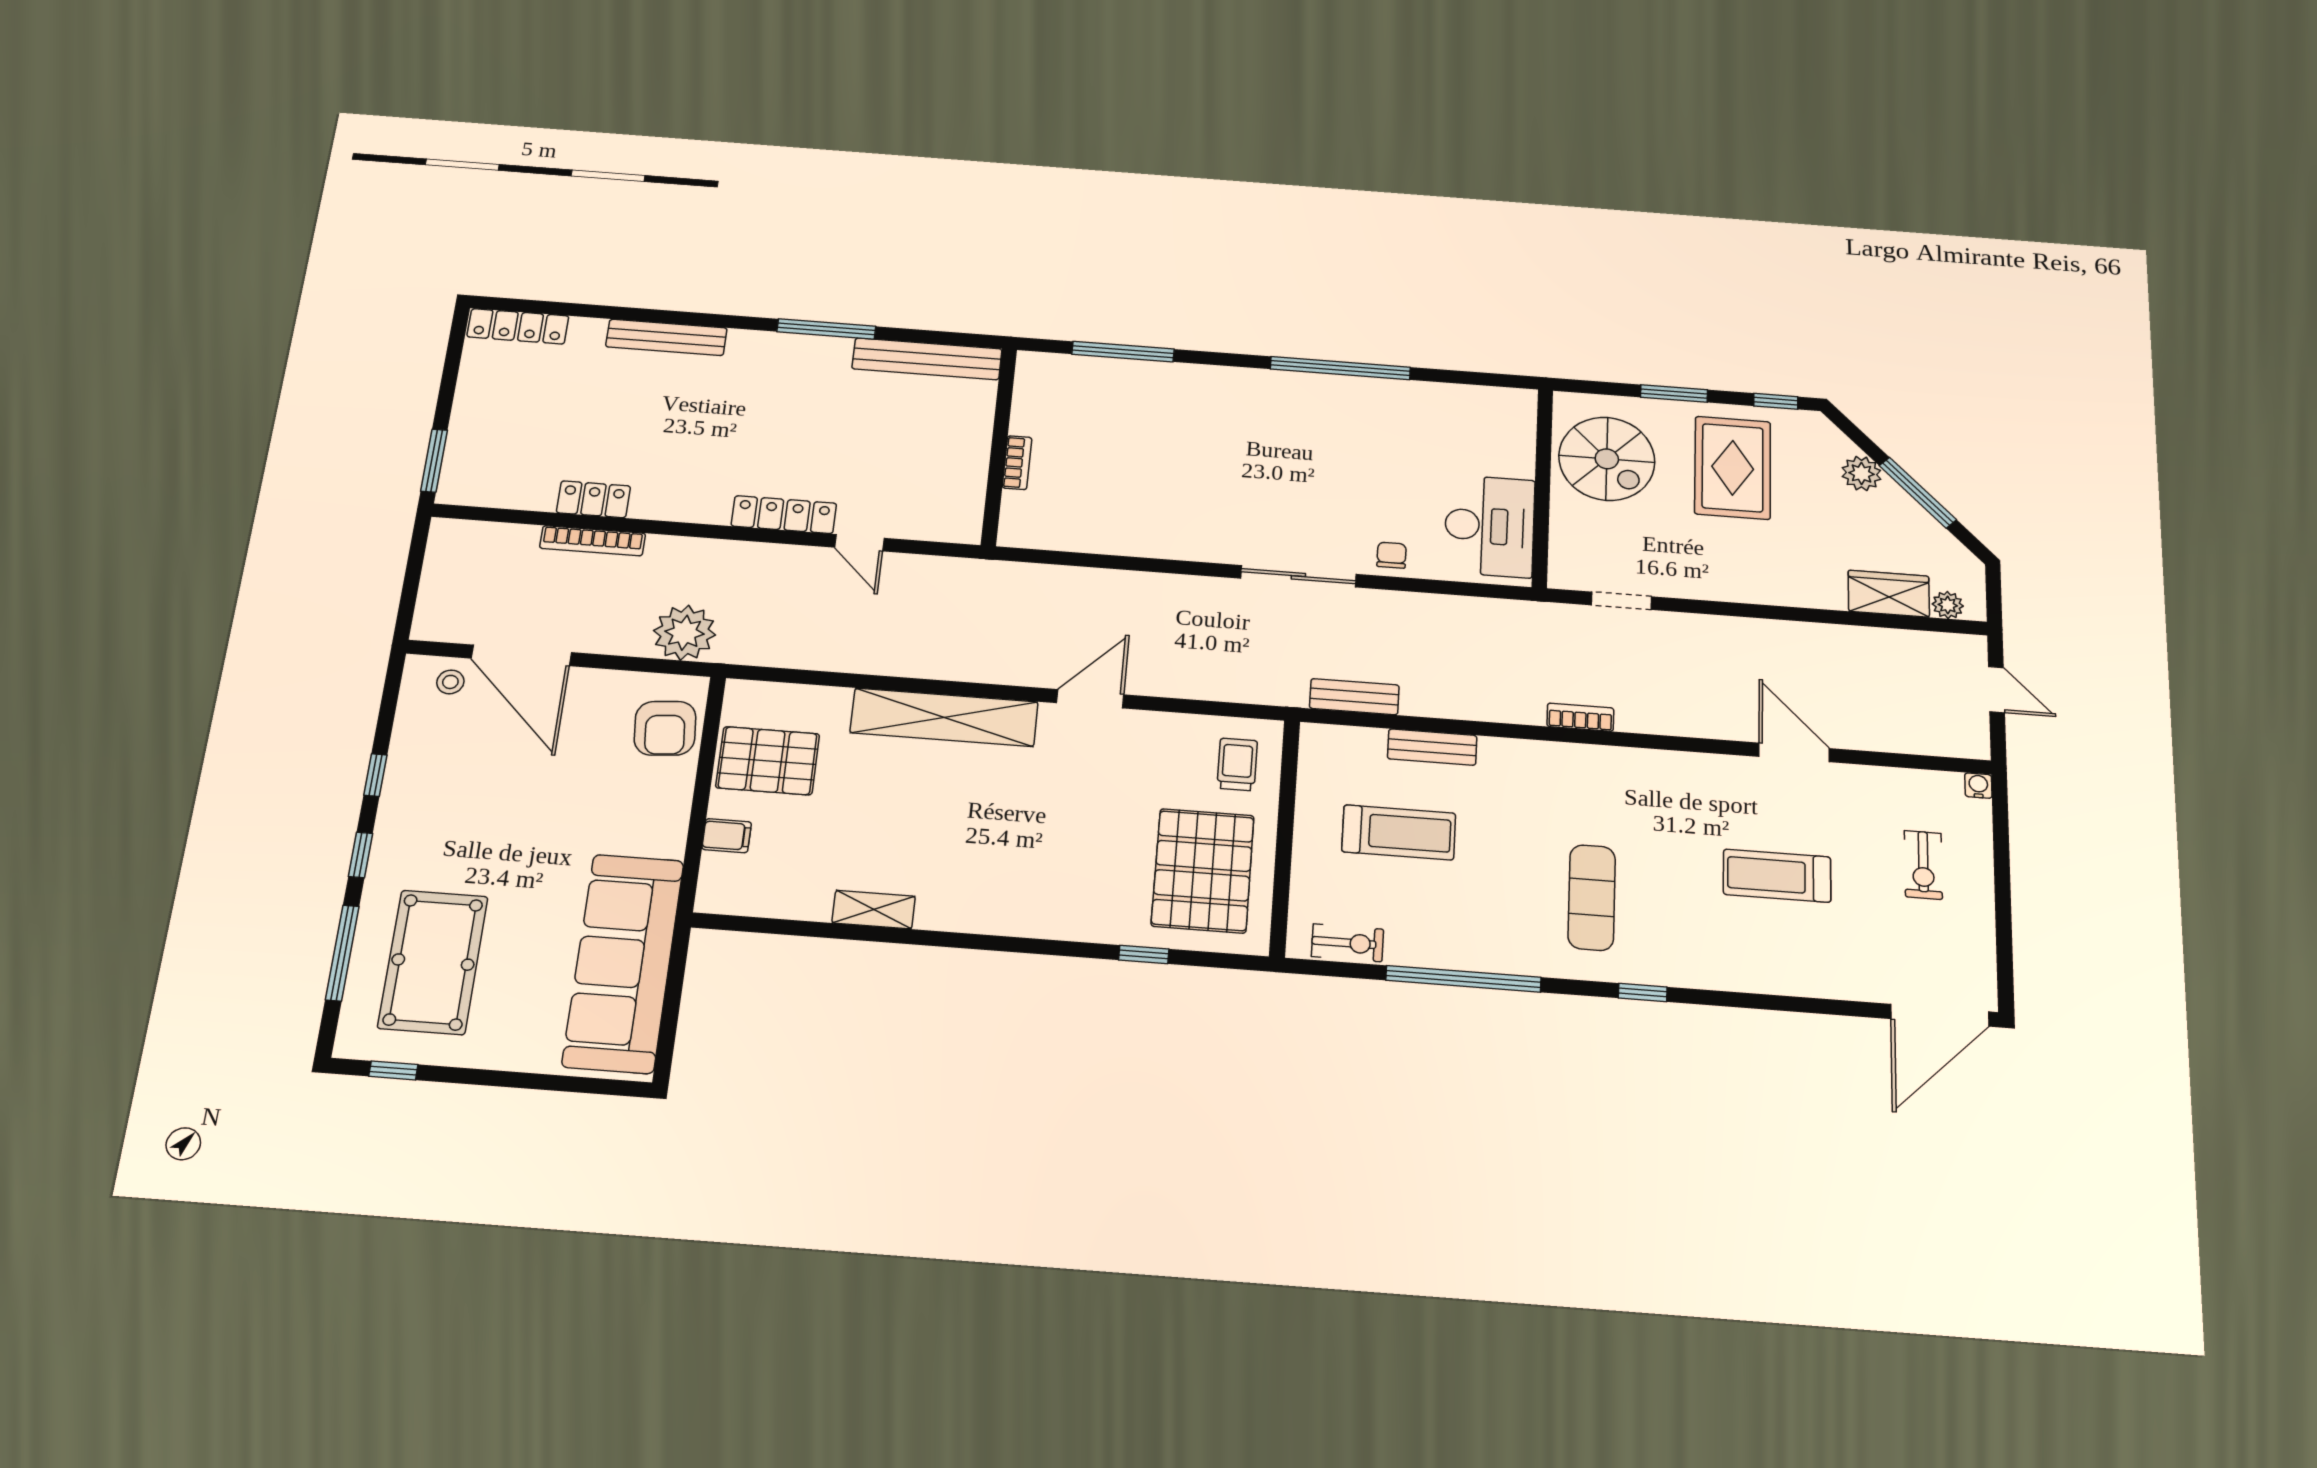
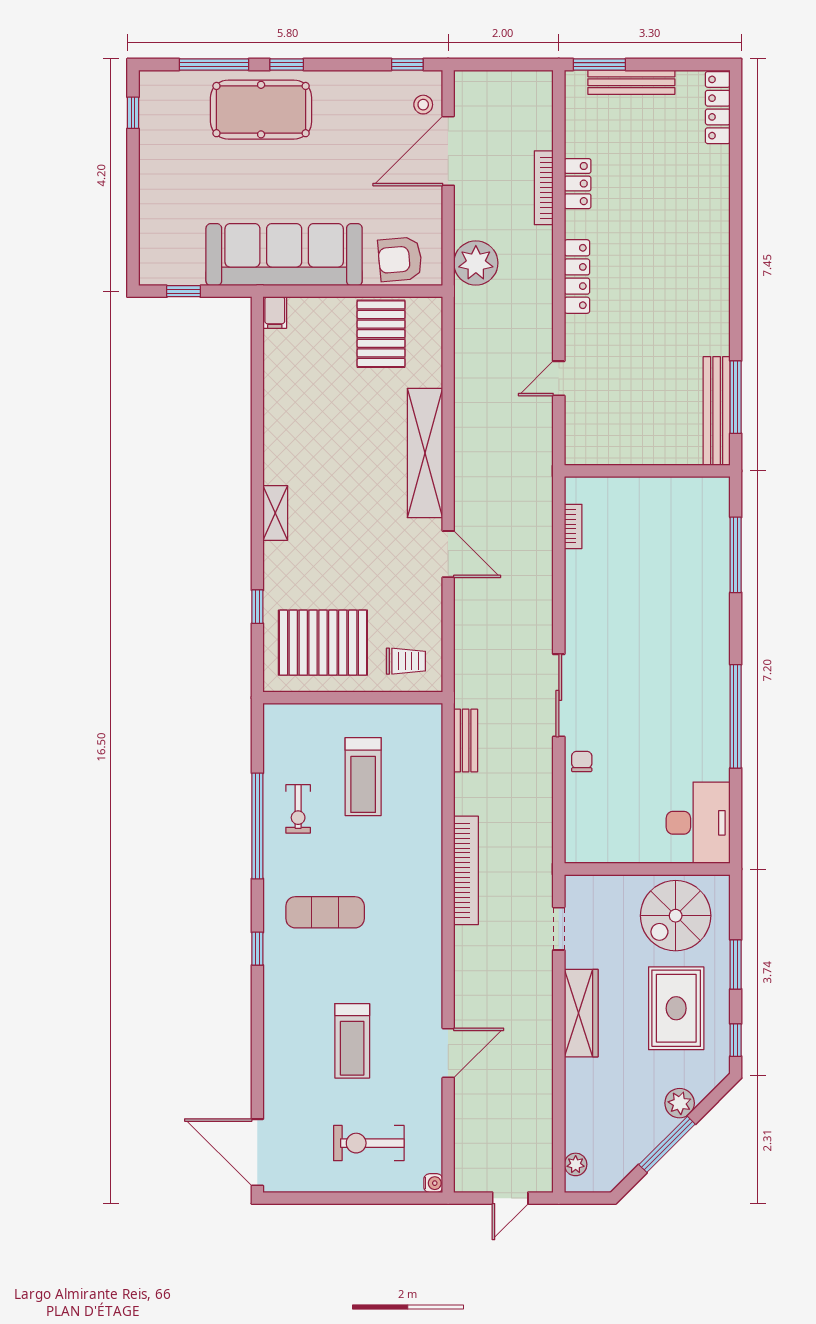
window: (826, 329) -> (736, 397), moved
bench: (666, 337) -> (631, 82), moved, turned 90
bookcase: (1017, 463) -> (573, 526), moved, turned -90
rug: (1733, 468) -> (676, 1008), turned 90
locker: (784, 515) -> (577, 277), moved
desk: (1489, 526) -> (698, 823), moved, turned -90
chair: (1392, 555) -> (582, 762), turned -90
wardrobe: (1889, 594) -> (581, 1013), moved, width x1.50
bookcase: (1580, 717) -> (466, 870), width x2.31, depth x1.31
bench: (1432, 747) -> (431, 797), removed
window: (375, 775) -> (407, 64), moved
filing cabinet: (727, 836) -> (275, 313), moved
exercise bike: (1923, 865) -> (369, 1143), width x1.38, depth x1.39
treadmill: (1777, 876) -> (352, 1041), turned 180
shelving: (874, 910) -> (275, 513), moved
exercise bike: (1347, 943) -> (298, 809), moved
pool table: (433, 962) -> (261, 110), moved
sofa: (623, 963) -> (284, 255), moved
window: (669, 1020) -> (184, 291), added

